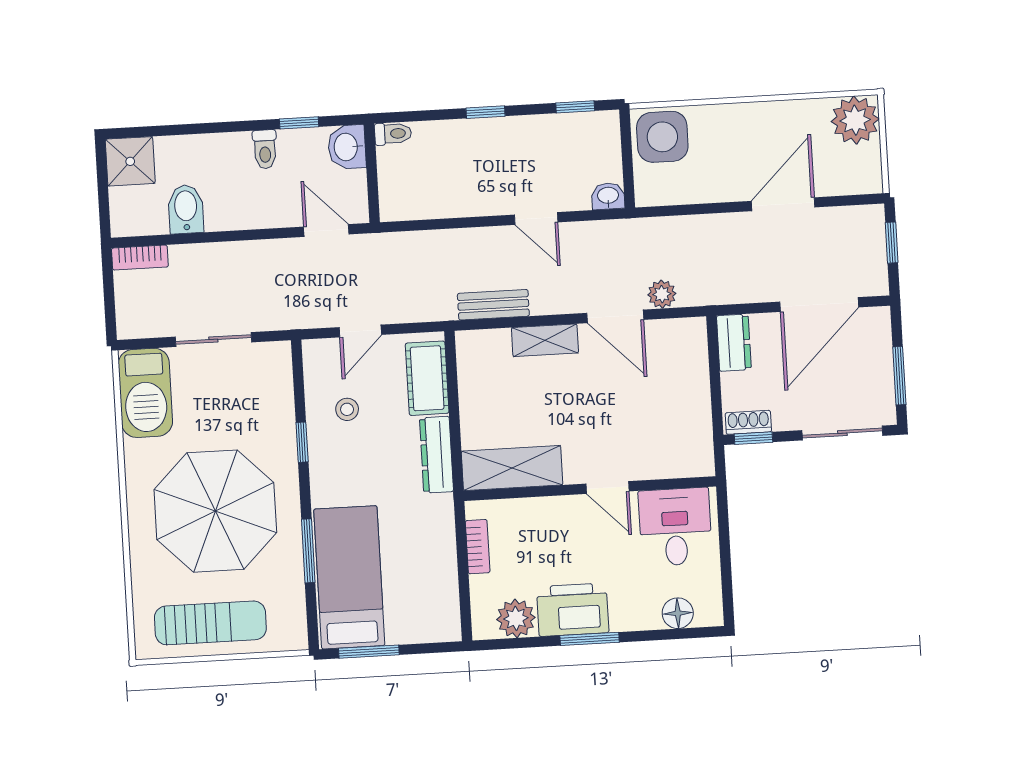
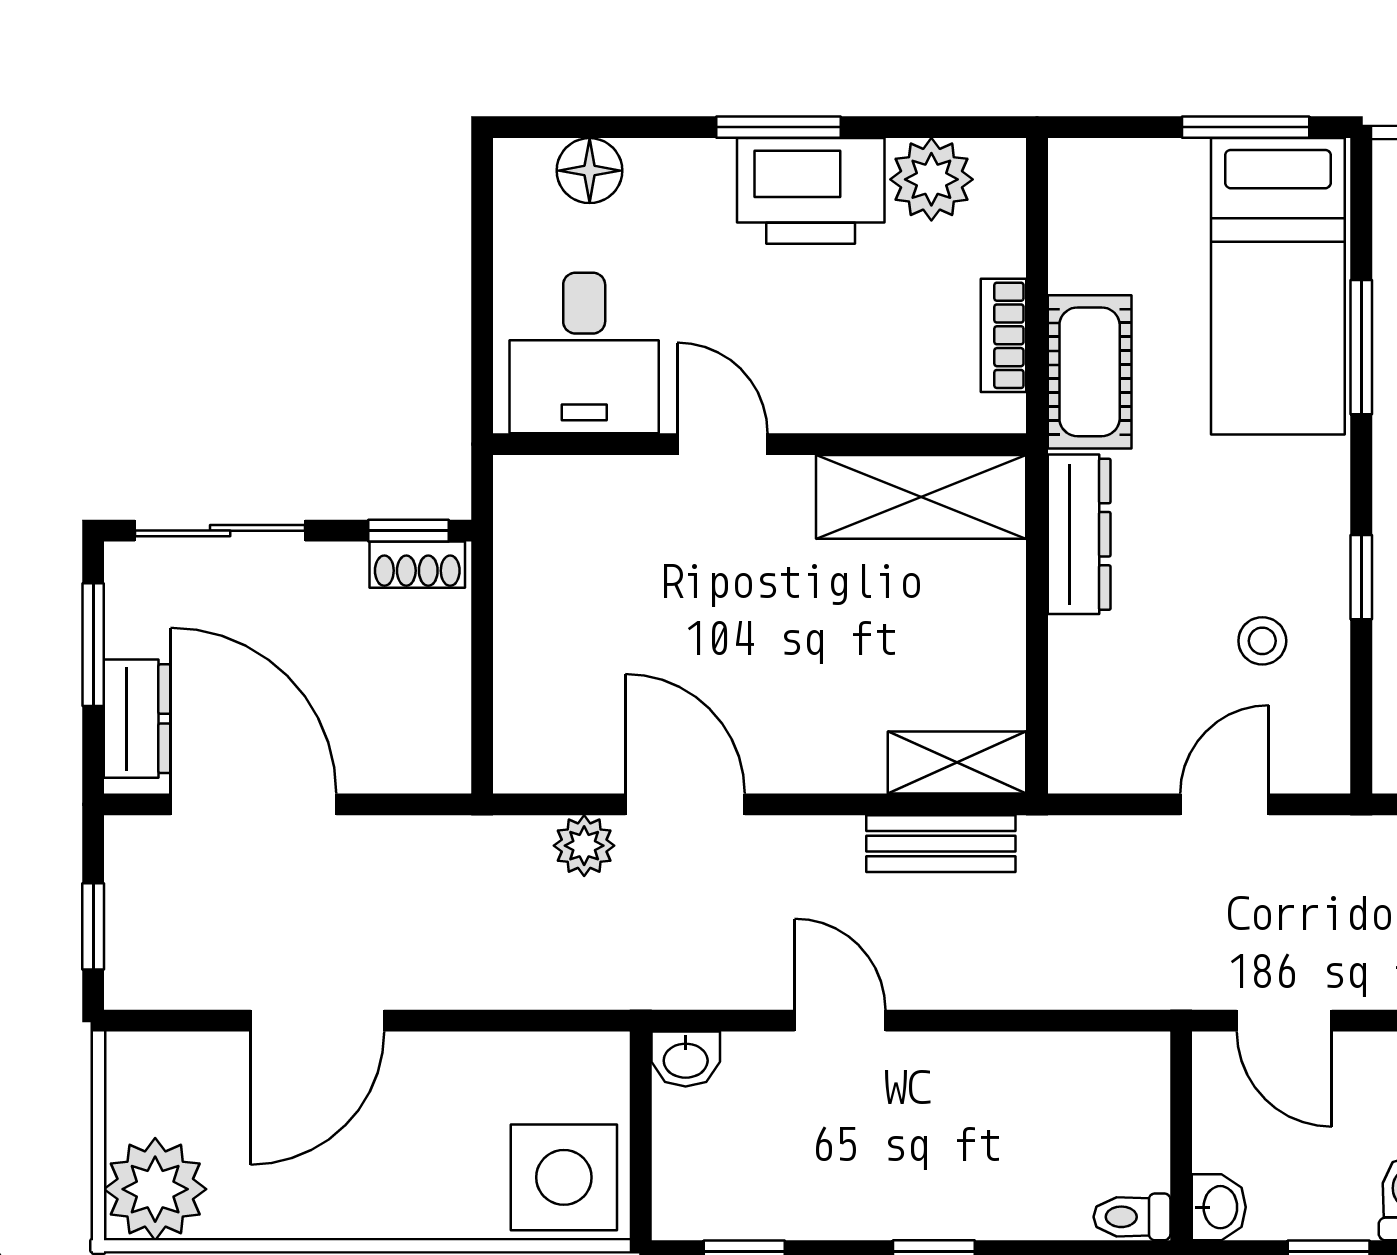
washbasin: (347, 147) -> (1219, 1207), width x0.72, depth x0.69
door: (819, 305) -> (254, 804), hinge flipped
shelving: (545, 340) -> (957, 762), moved
dresser: (734, 343) -> (137, 719), moved, turned 180
cot: (427, 378) -> (1090, 372), moved

